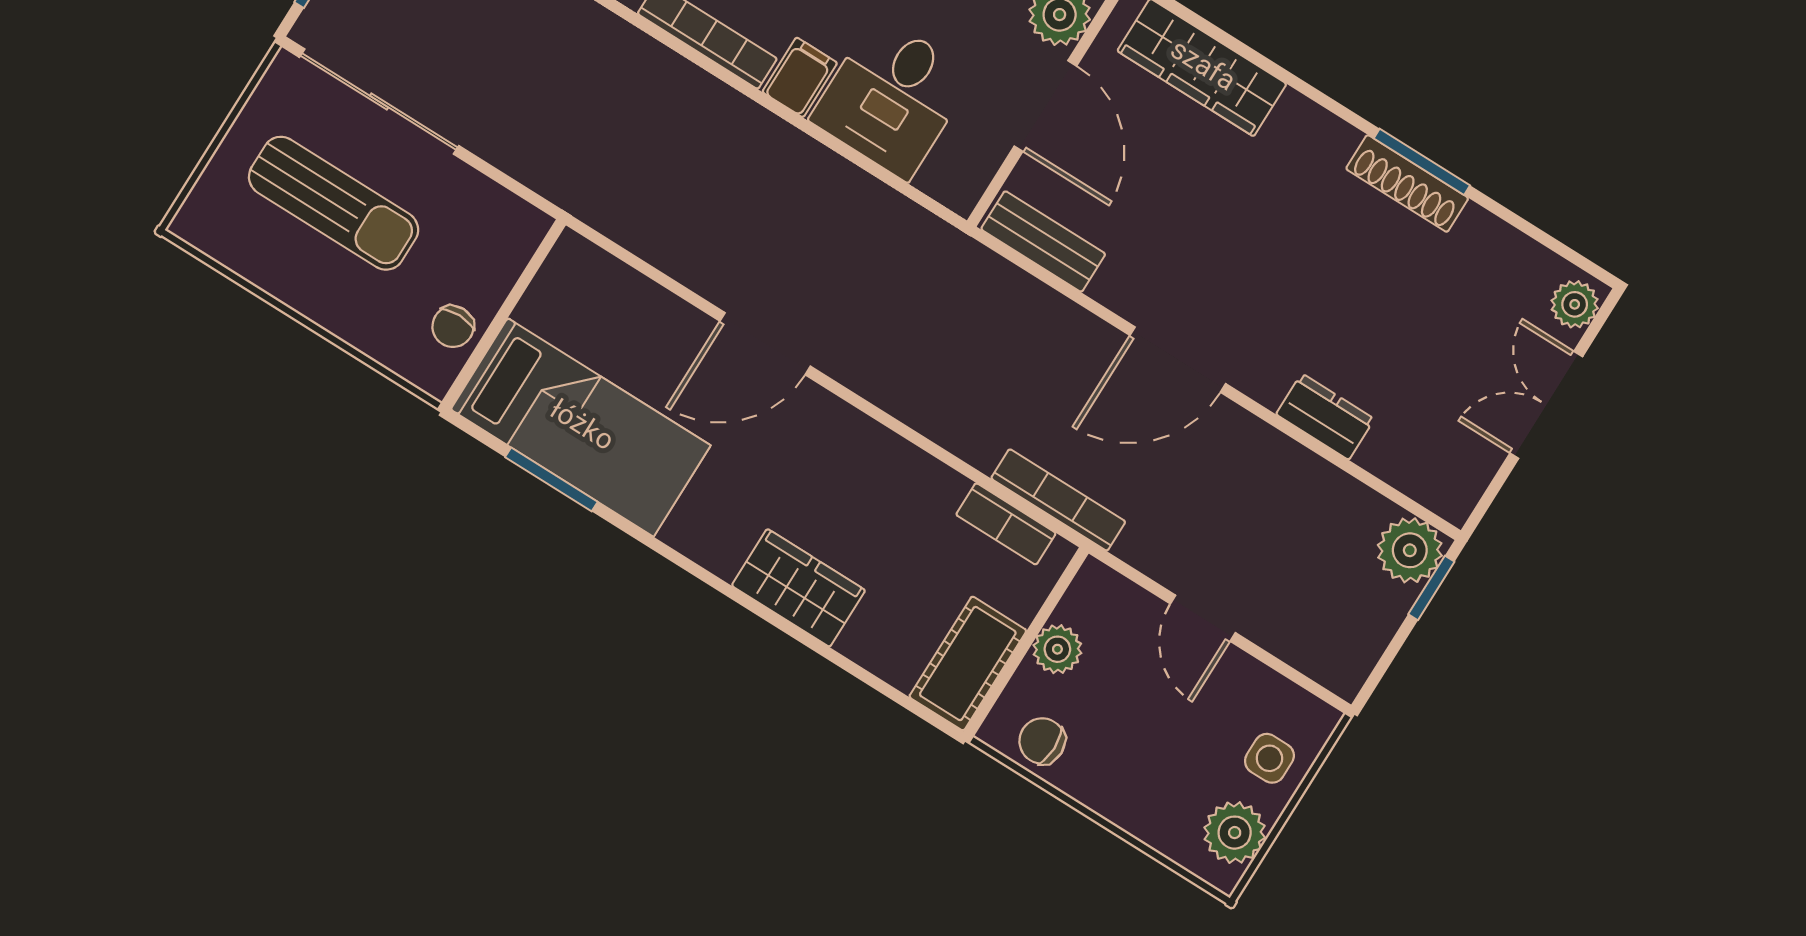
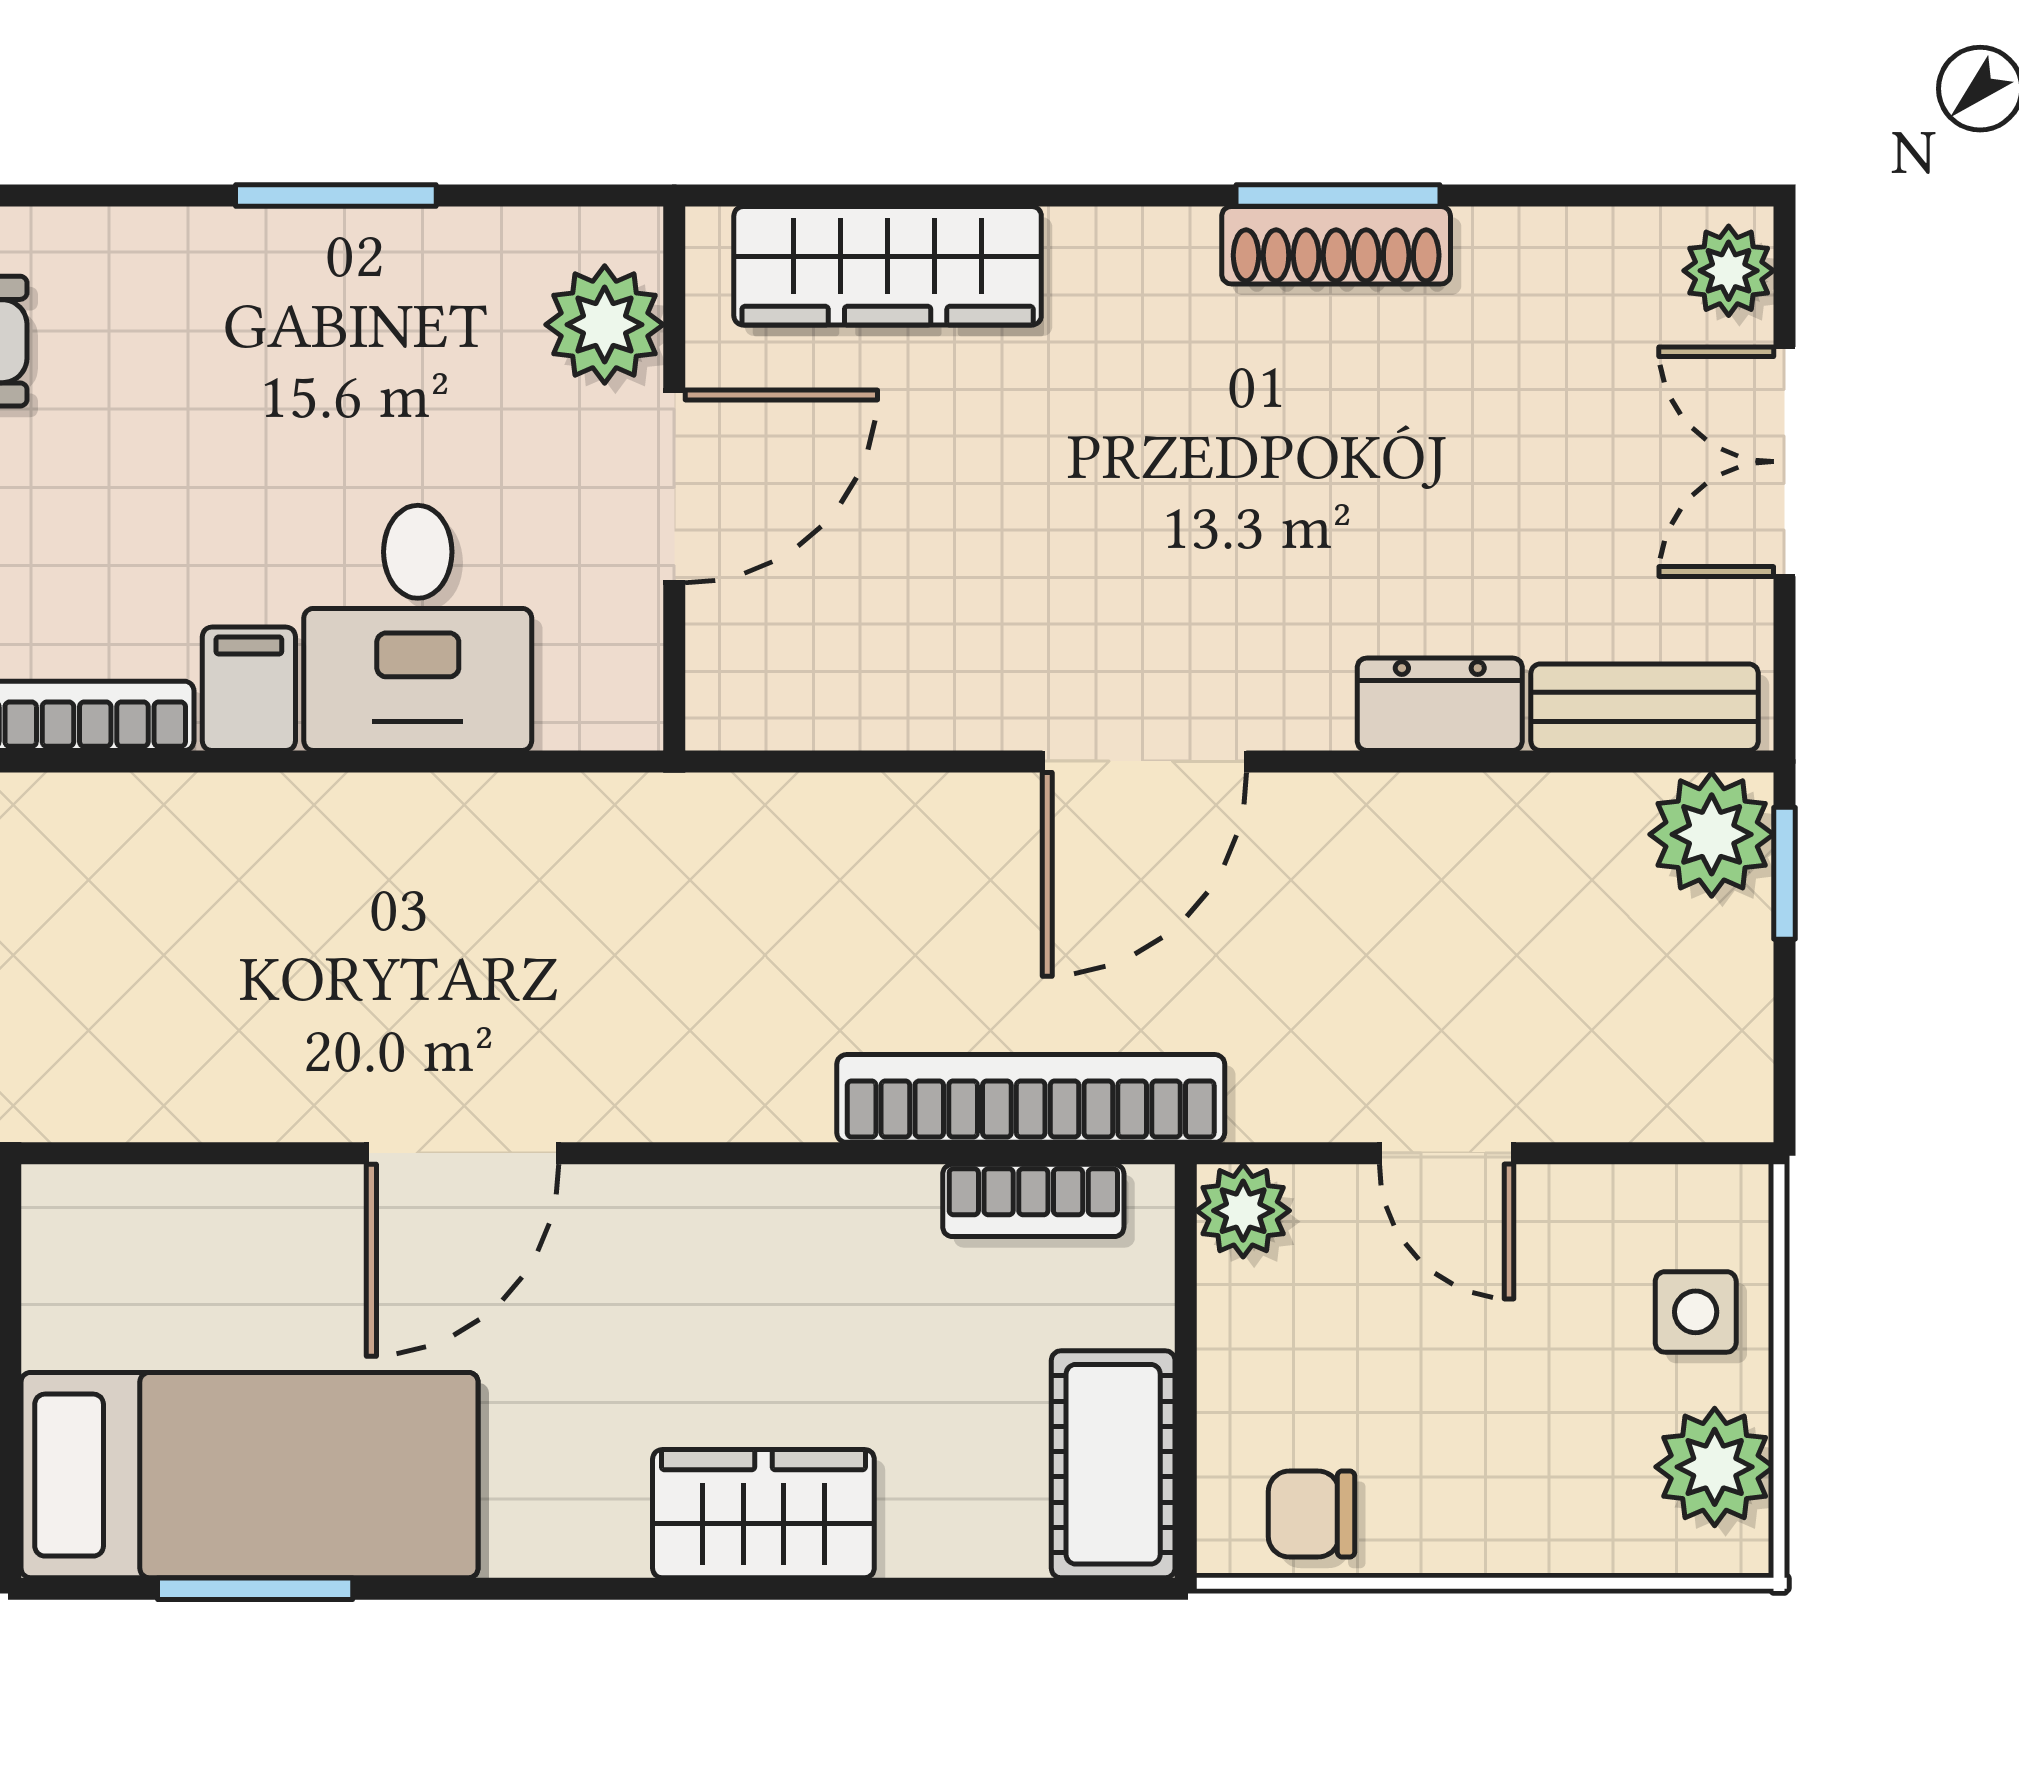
door: (1045, 106) -> (674, 486), hinge flipped
bench: (1043, 242) -> (1645, 707), moved
bookcase: (1058, 500) -> (1031, 1098), width x1.48, depth x1.31
plant: (1057, 649) -> (1243, 1211), moved

